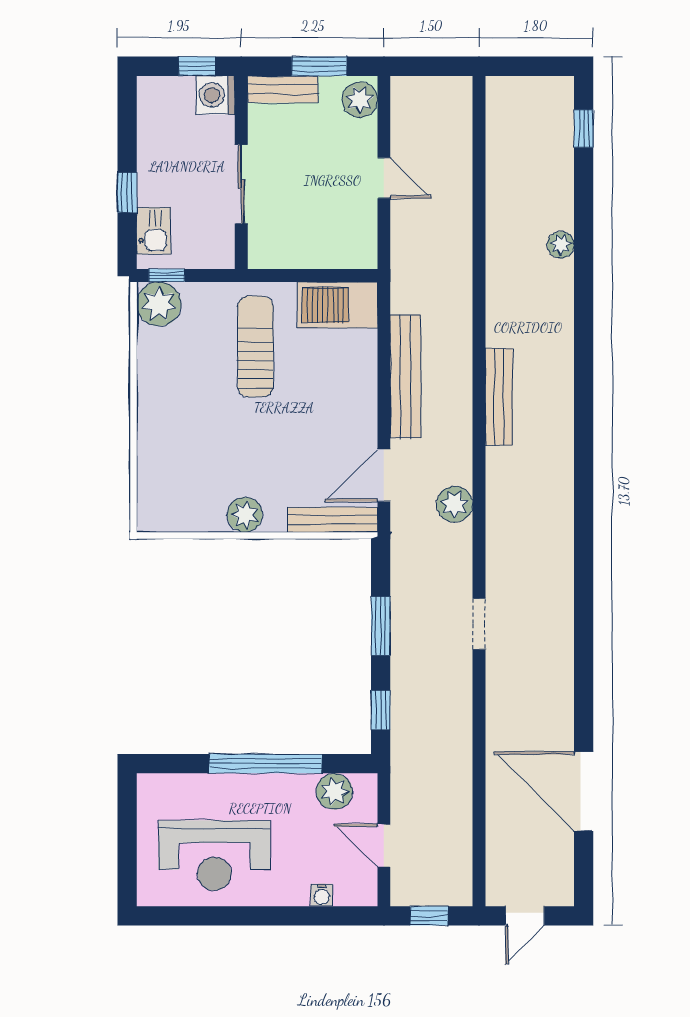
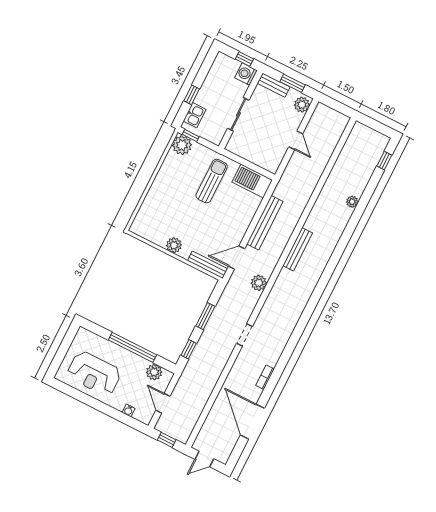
bookcase: (564, 689) -> (265, 377), added

